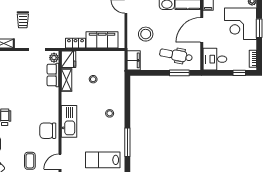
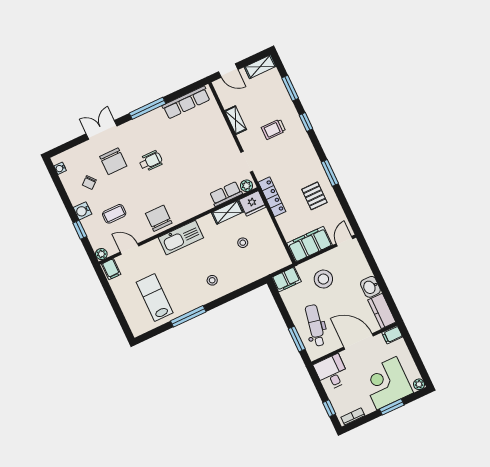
pallet: (84, 13) -> (314, 196), added
filing cabinet: (102, 40) -> (309, 244), moved, turned -90
locker: (75, 43) -> (272, 197), width x1.53

